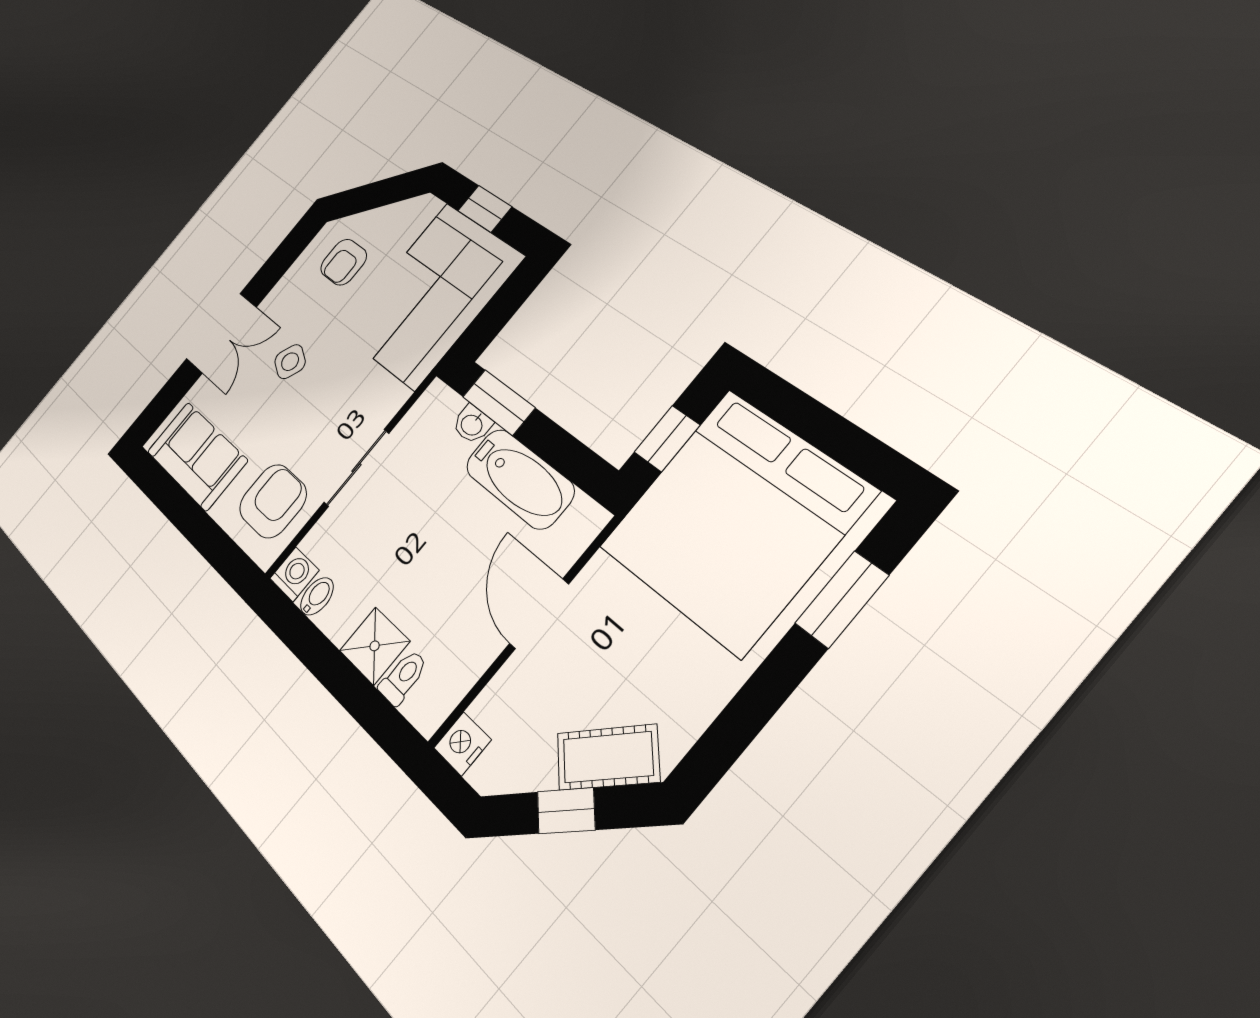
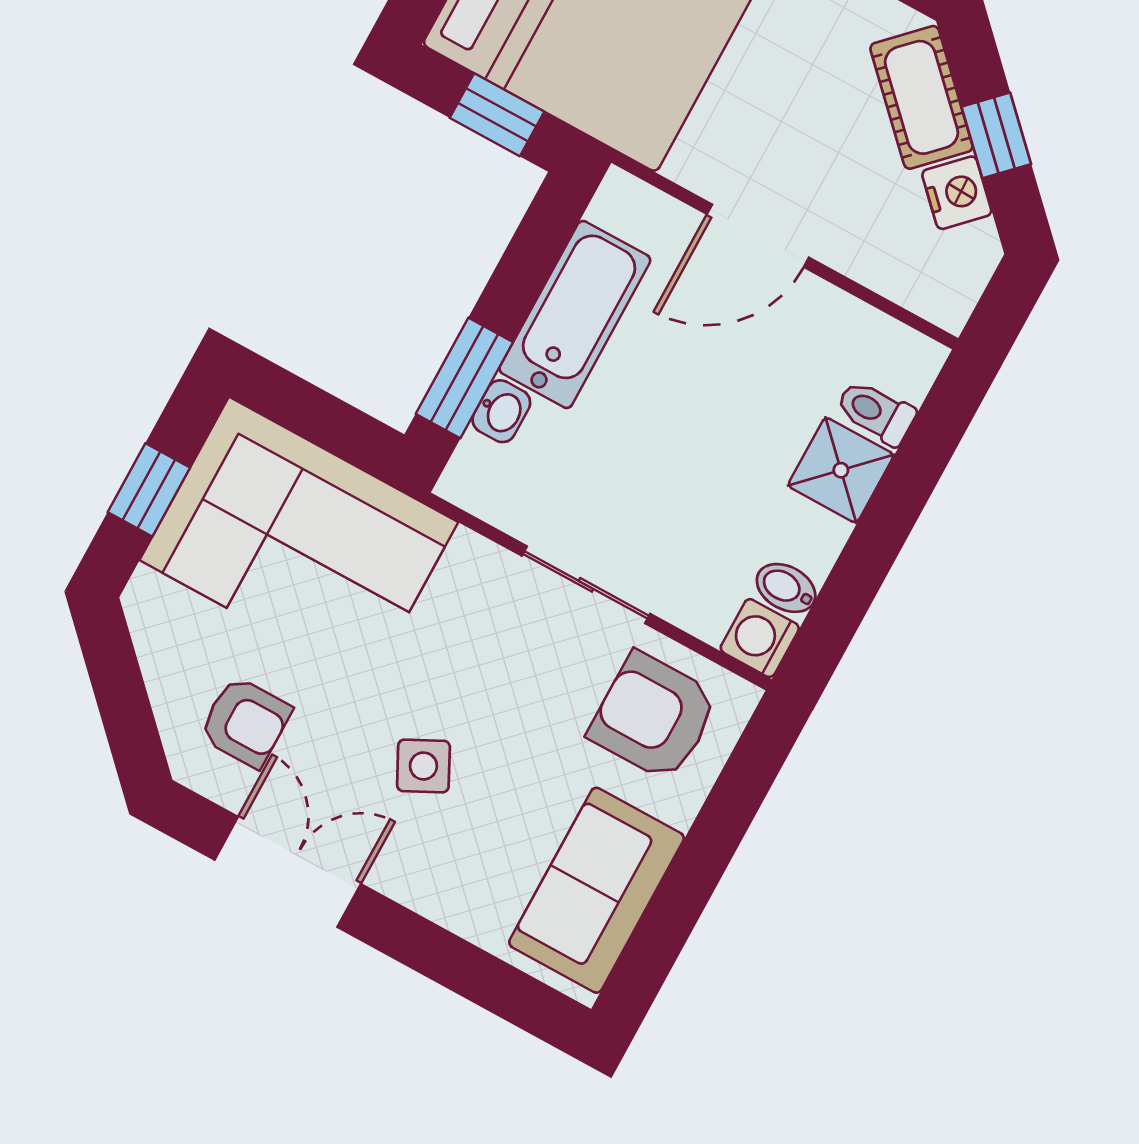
double door: (221, 333) -> (288, 872), moved
side table: (290, 362) -> (423, 766), turned 35
nightstand: (462, 744) -> (957, 193), moved, turned -135

